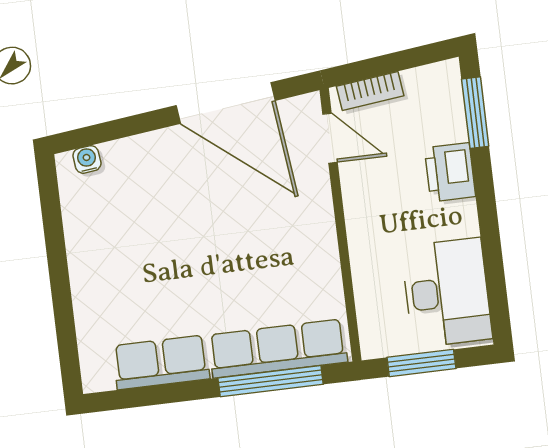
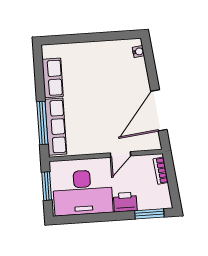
door: (330, 138) -> (120, 154), moved
desk: (447, 293) -> (83, 193), width x1.36, depth x1.30

